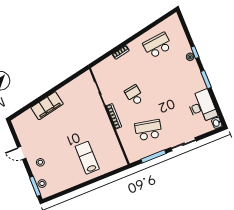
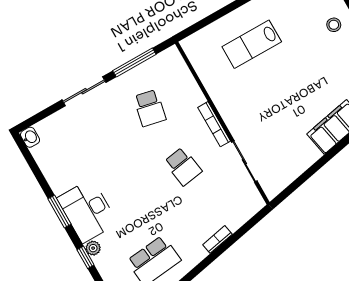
desk: (202, 106) -> (87, 211), moved
school desk: (148, 130) -> (150, 108), width x0.54
lab bench: (87, 158) -> (252, 44), turned 90

